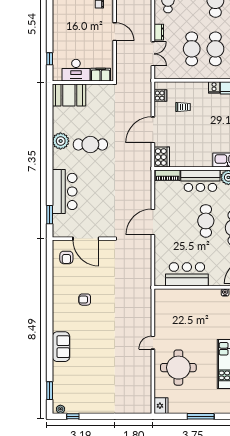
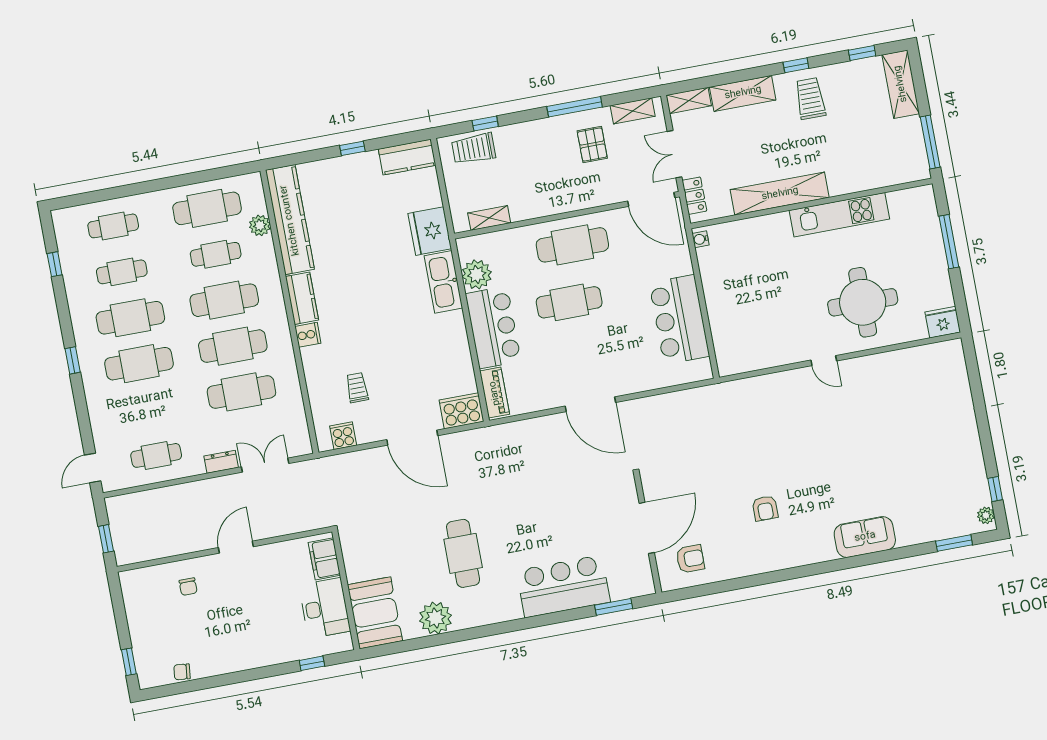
plant: (61, 141) -> (435, 618), moved

